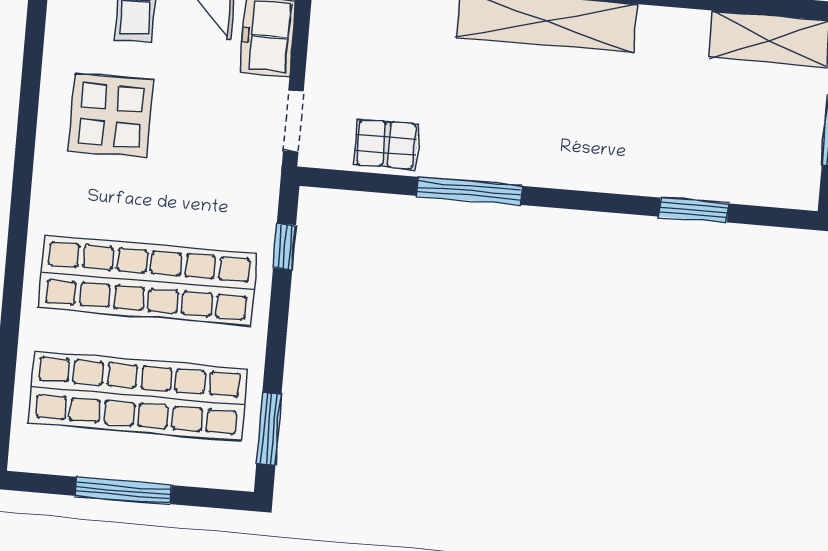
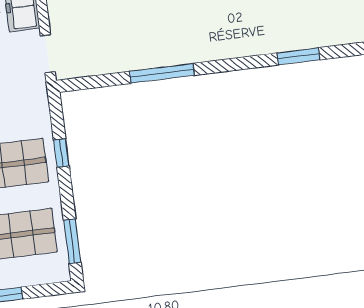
pallet: (386, 144) -> (106, 56), removed
window: (285, 247) -> (61, 153), moved

